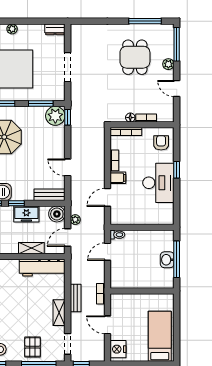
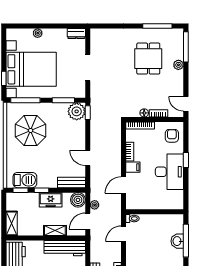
door: (177, 89) -> (186, 104), moved

